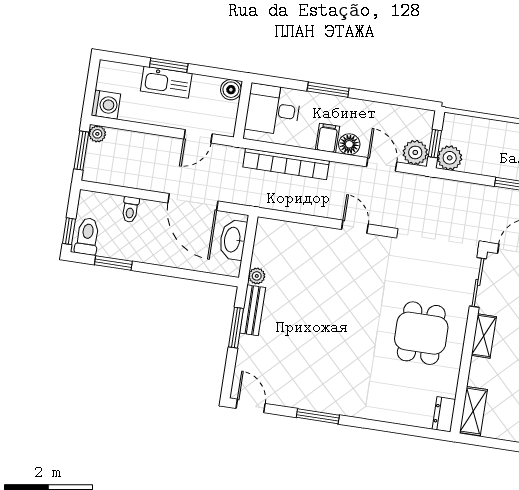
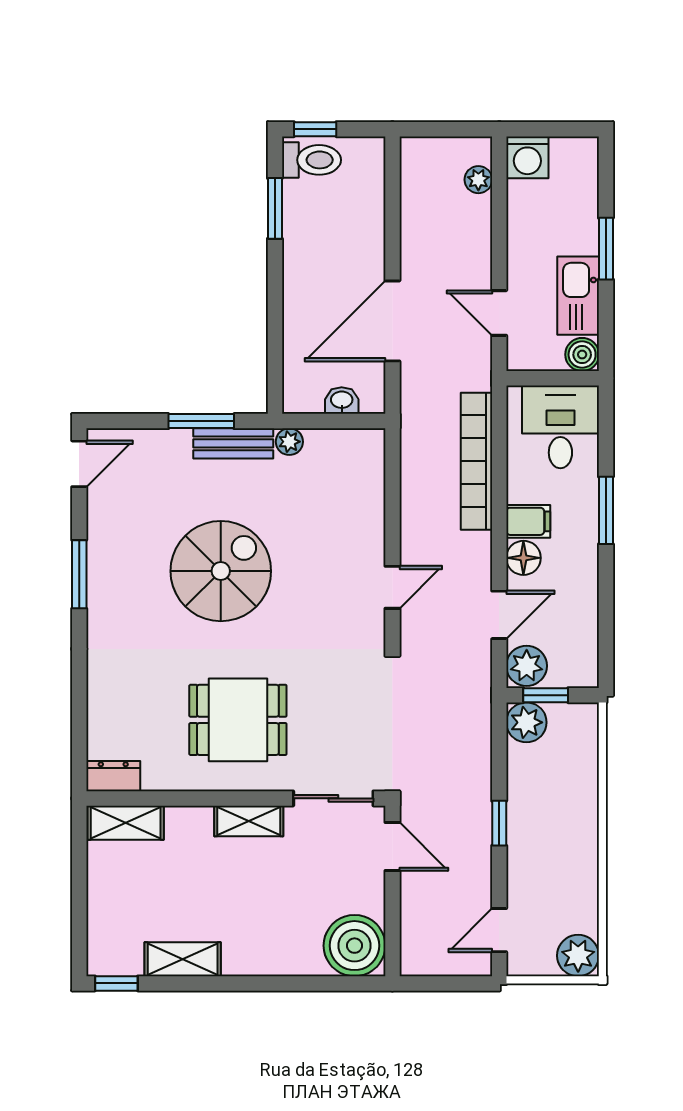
kitchen sink: (166, 82) -> (578, 296), moved
plant: (97, 134) -> (478, 180), moved
window: (81, 150) -> (448, 129), removed
toilet: (130, 210) -> (365, 222), removed
washbasin: (233, 240) -> (342, 401), width x0.52, depth x0.69
spiral stairs: (329, 330) -> (221, 571), added

